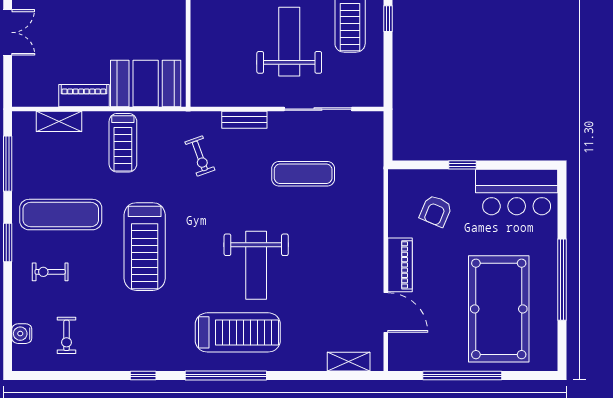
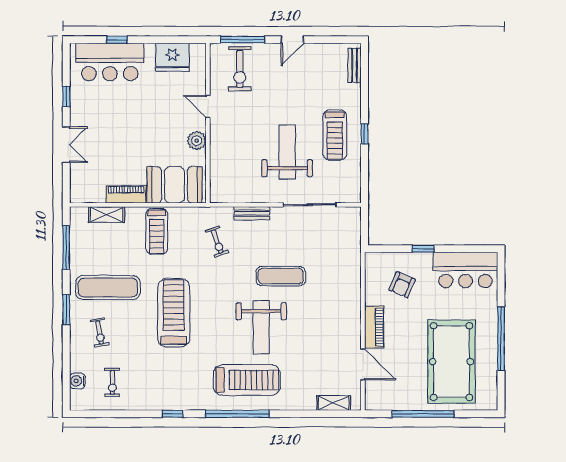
plant: (174, 27) -> (197, 141), added
exercise mat: (303, 174) -> (281, 276), moved
treadmill: (145, 247) -> (174, 313), turned 180
exercise bike: (50, 272) -> (100, 333), turned -100

